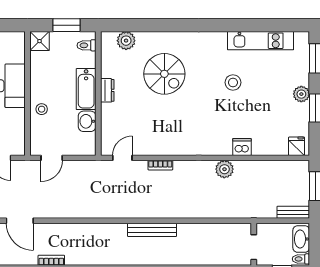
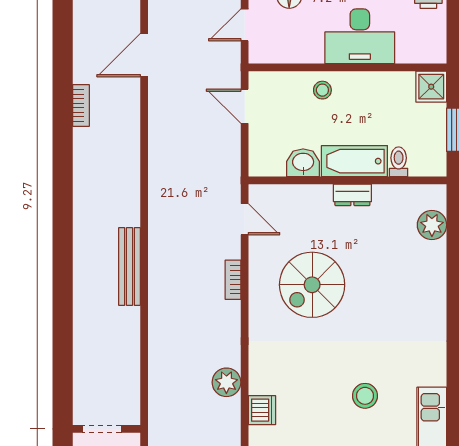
toilet: (87, 45) -> (399, 162), moved
spiral stairs: (164, 74) -> (312, 285), moved

